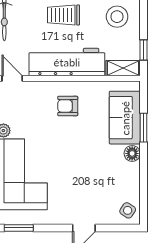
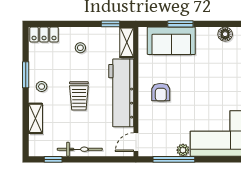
stool: (117, 17) -> (80, 48), width x0.53, depth x0.53
floor lamp: (132, 153) -> (225, 34), moved

